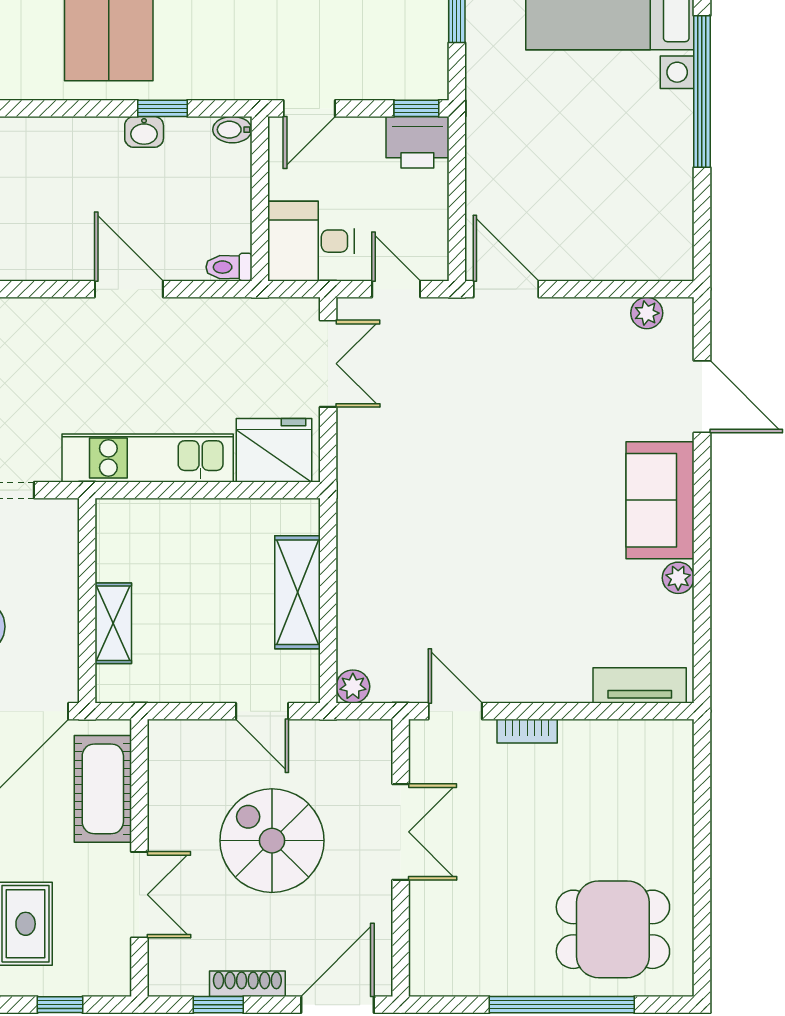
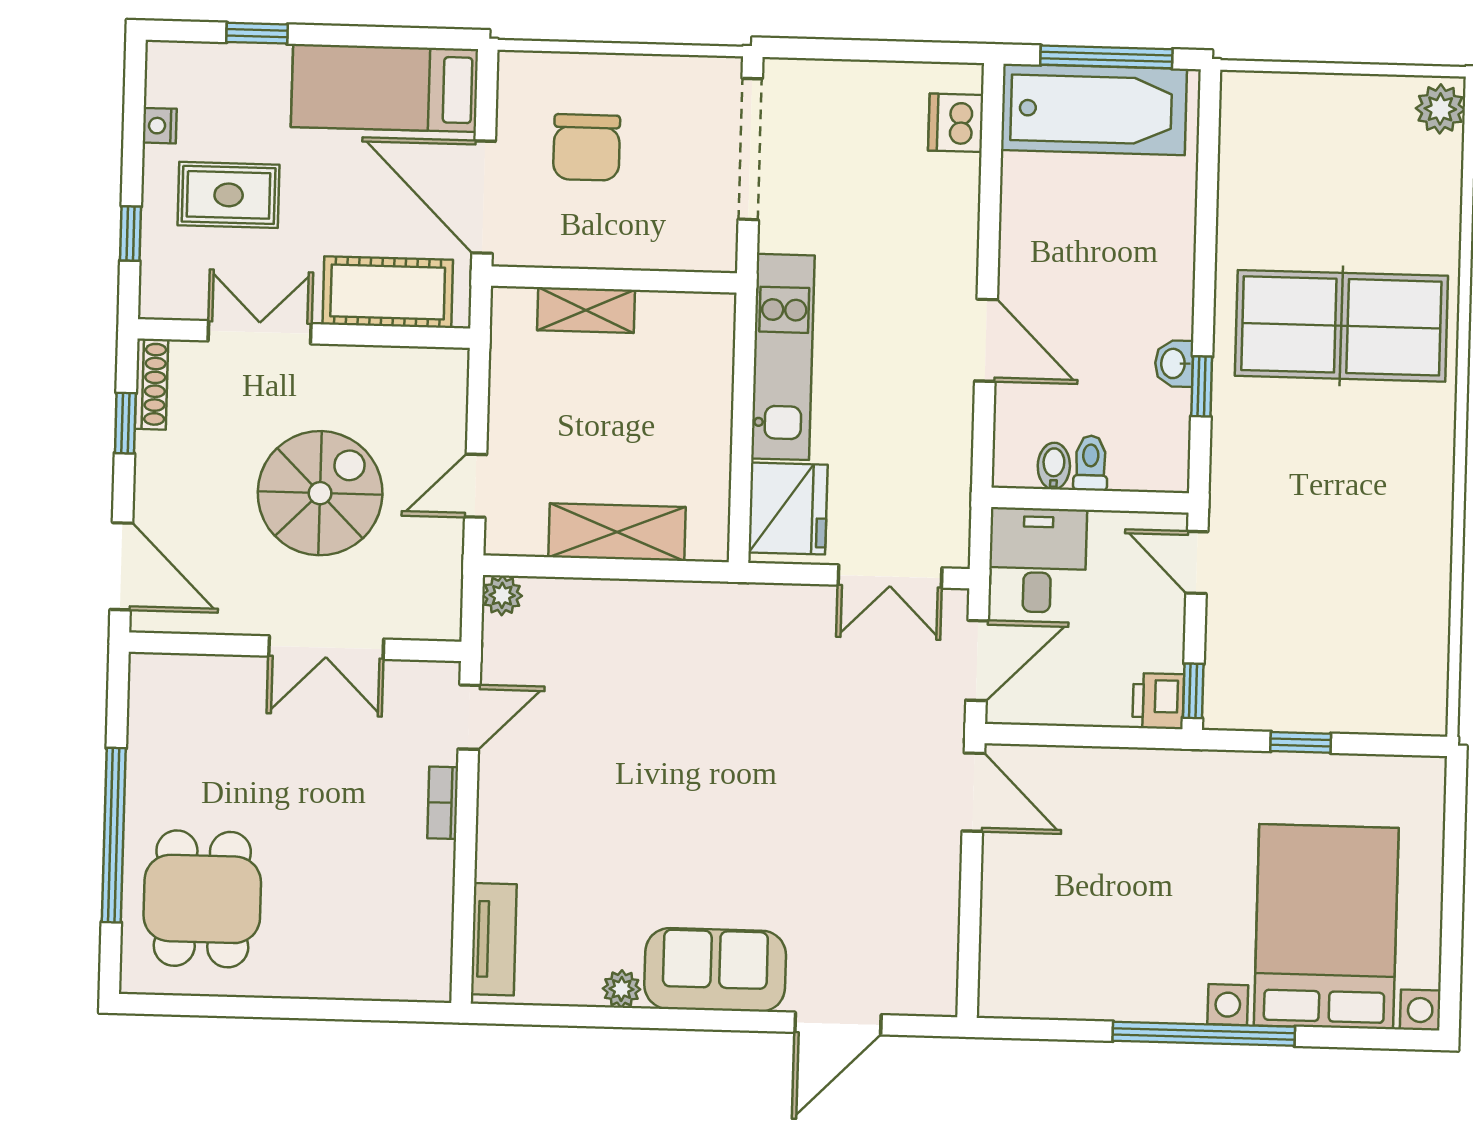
bidet: (232, 130) -> (1054, 466), moved
printer: (417, 142) -> (1158, 701), width x0.73, depth x0.81
toilet: (229, 267) -> (1091, 463), moved
door: (129, 289) -> (986, 340), hinge flipped
door: (396, 289) -> (977, 660), width x1.38
door: (506, 289) -> (973, 792), hinge flipped
plant: (647, 313) -> (940, 960), removed
double door: (139, 895) -> (260, 332), swing flipped
shoe rack: (247, 984) -> (151, 384), moved

